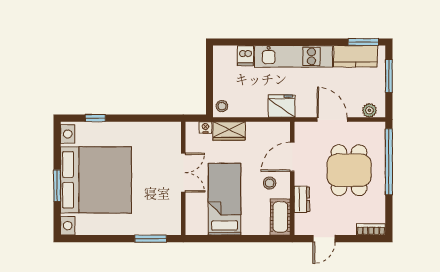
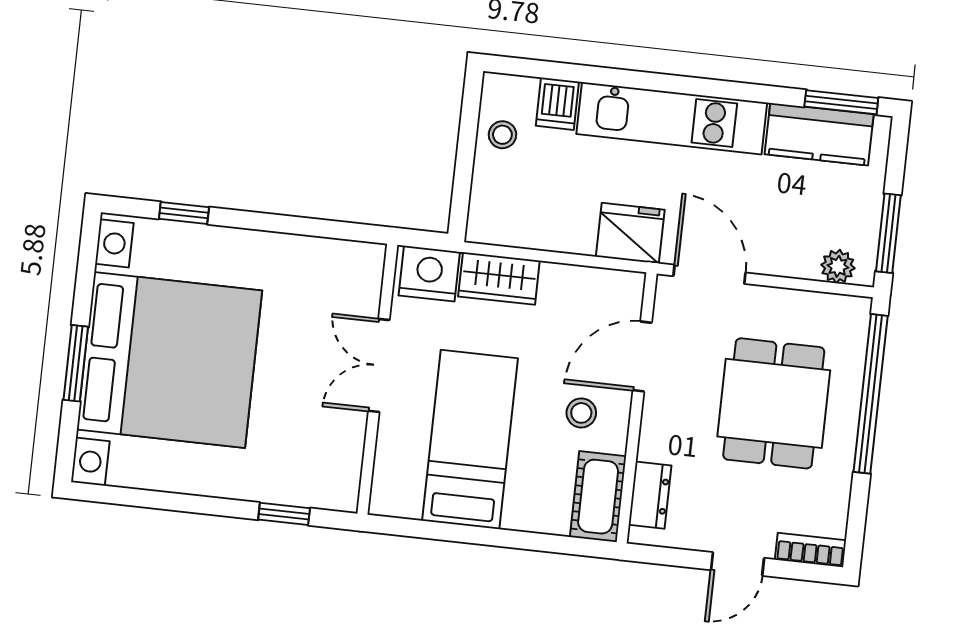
window: (389, 76) -> (888, 233), moved
stool: (222, 106) -> (502, 135), moved
door: (332, 120) -> (710, 274), moved
nightstand: (205, 127) -> (429, 274), width x1.89, depth x1.79
double door: (183, 173) -> (379, 366), swing flipped
dresser: (302, 199) -> (650, 495), moved
window: (151, 239) -> (284, 514), width x0.67
door: (324, 239) -> (738, 564), moved

